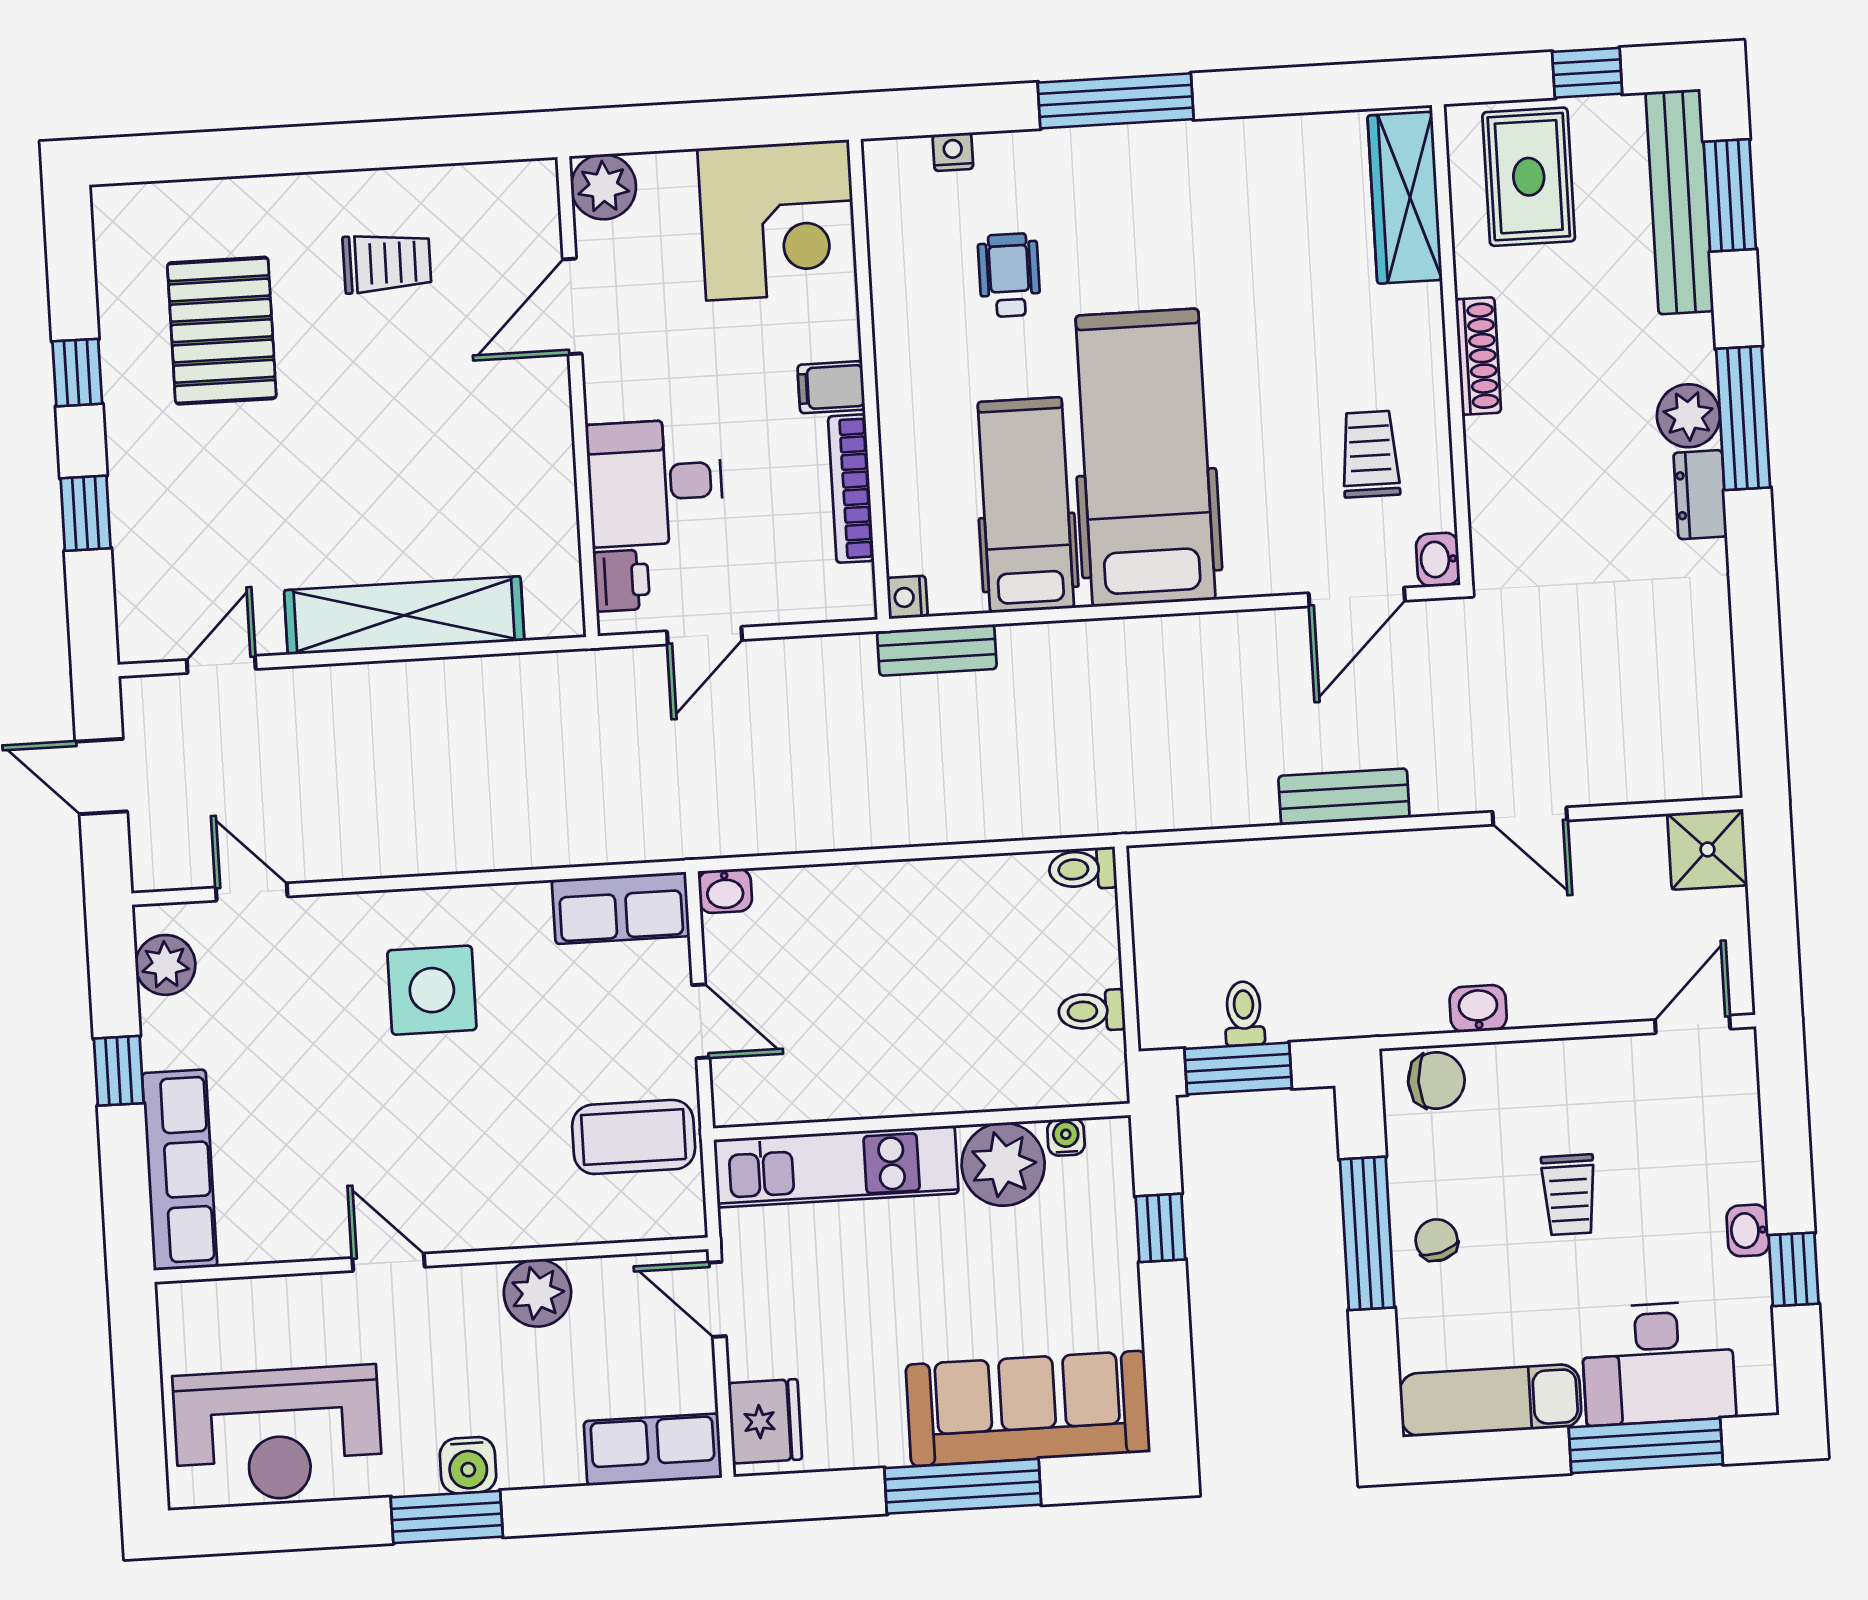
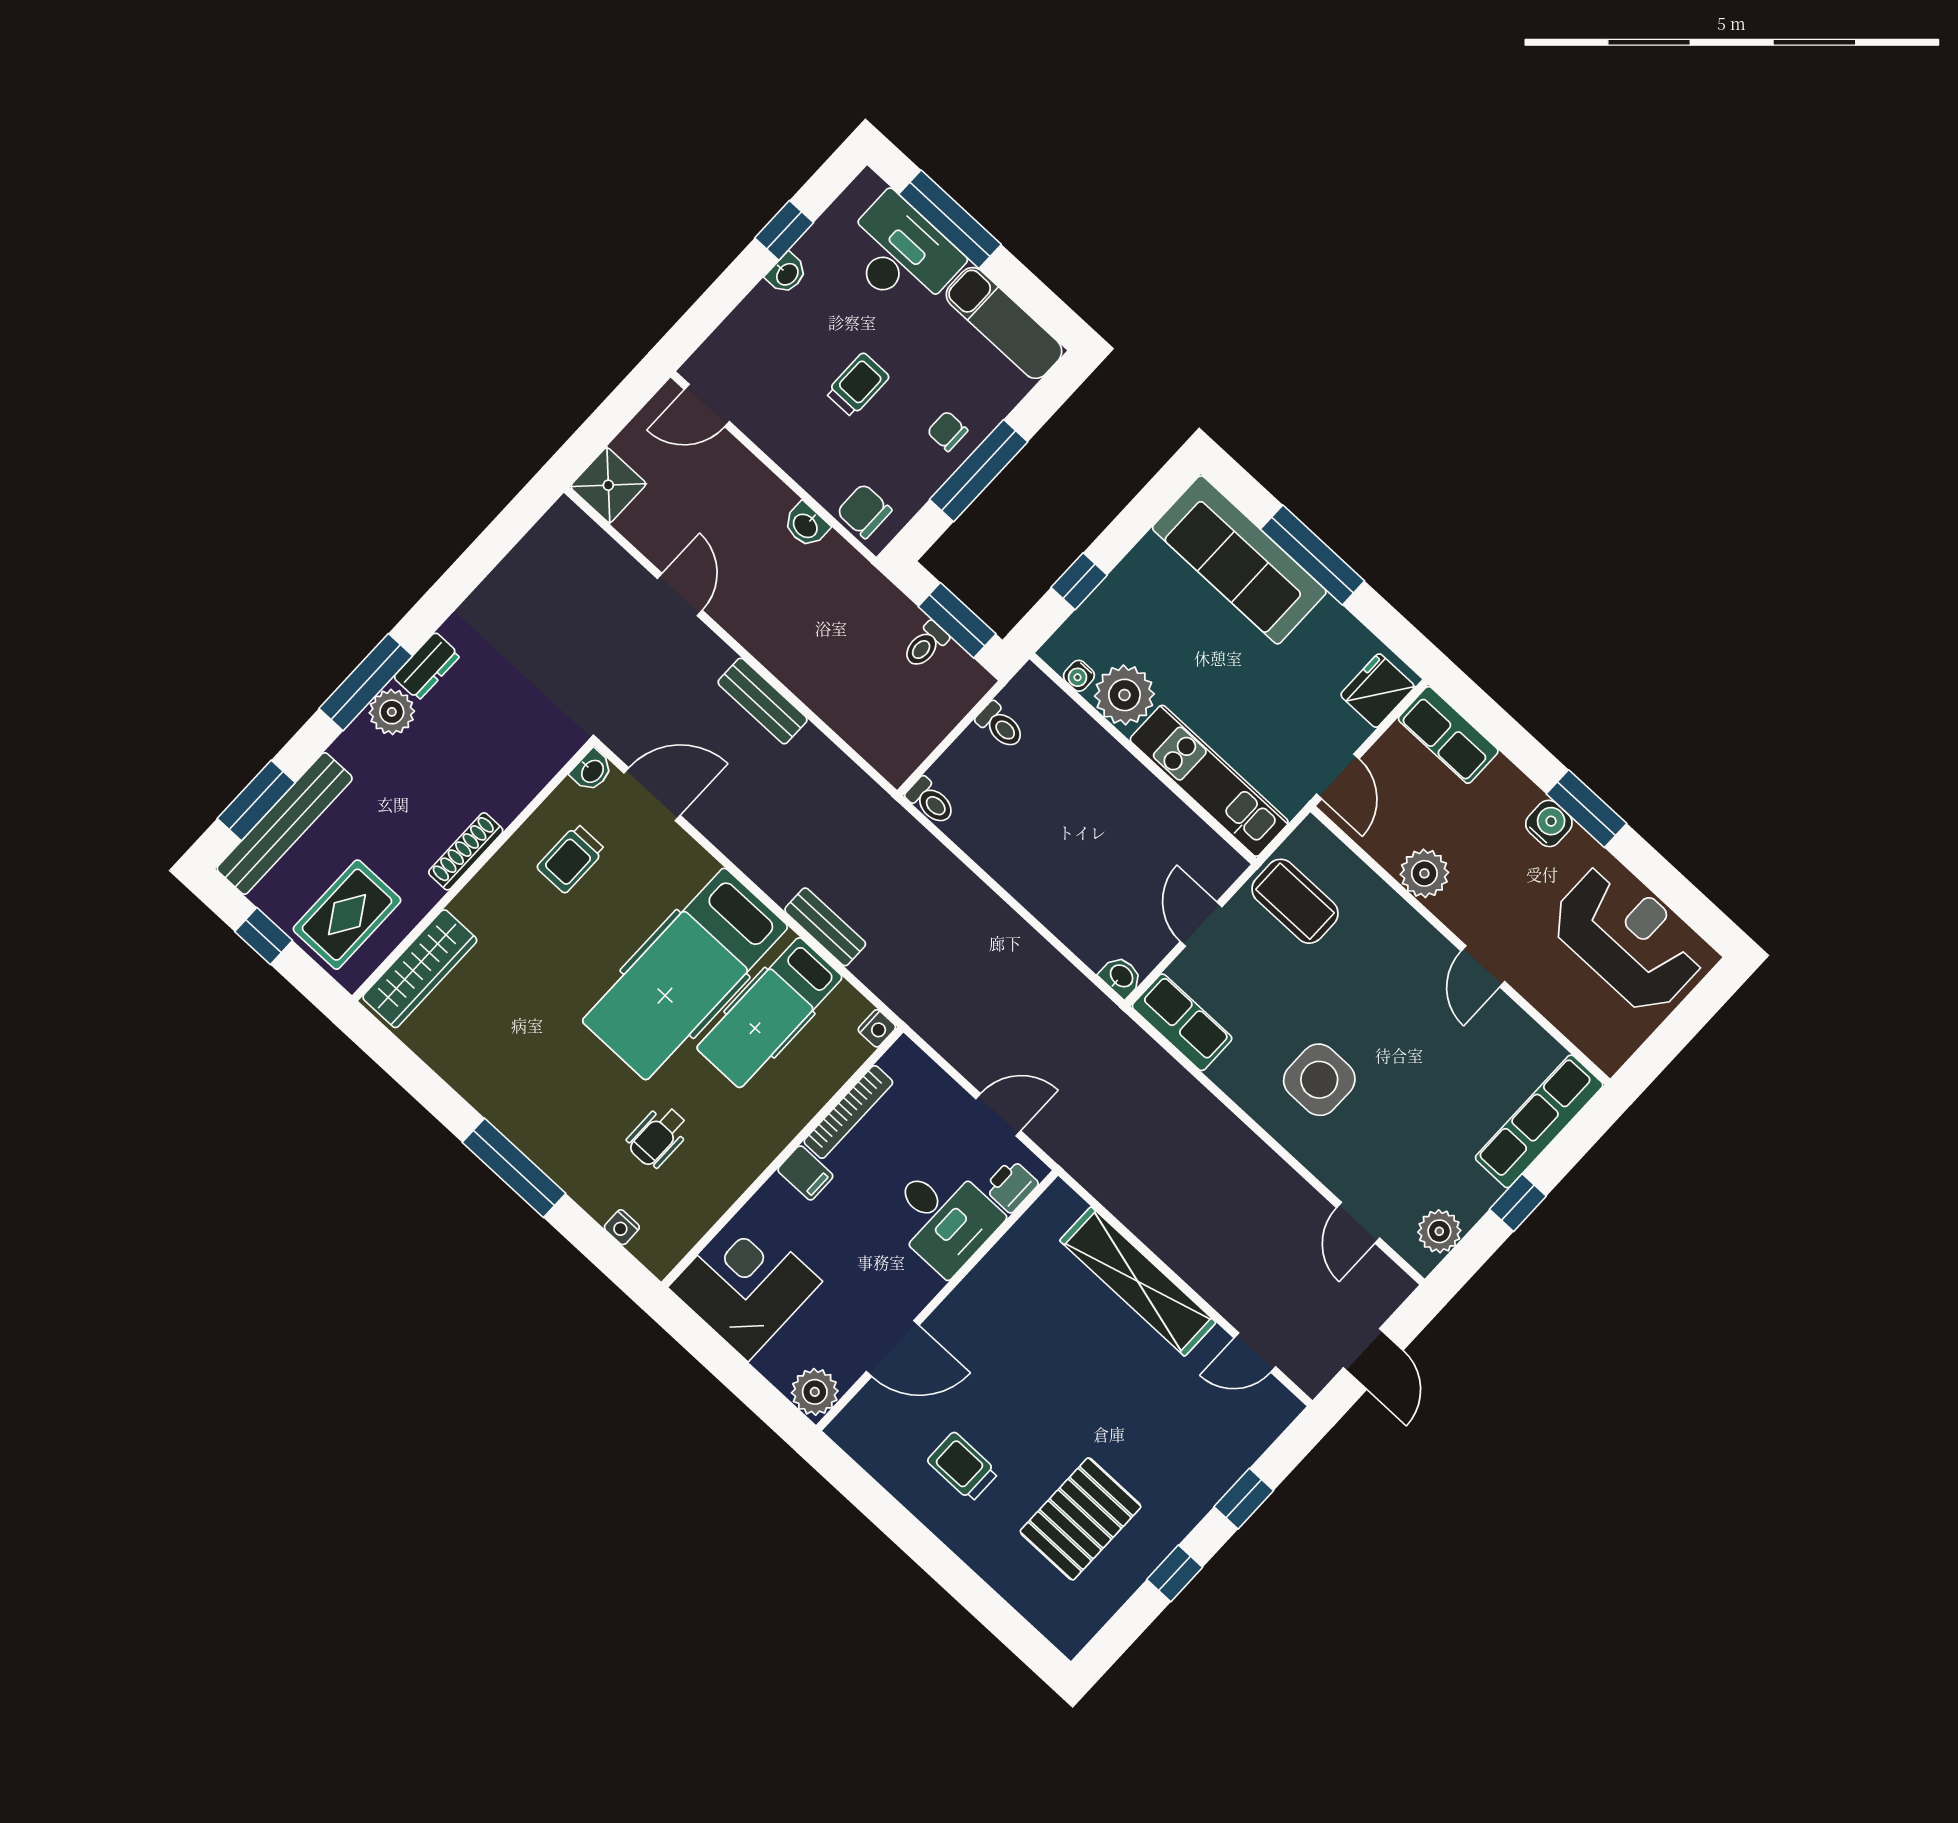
bench: (937, 650) -> (825, 927), moved
chair: (1437, 1240) -> (947, 431), turned 106

